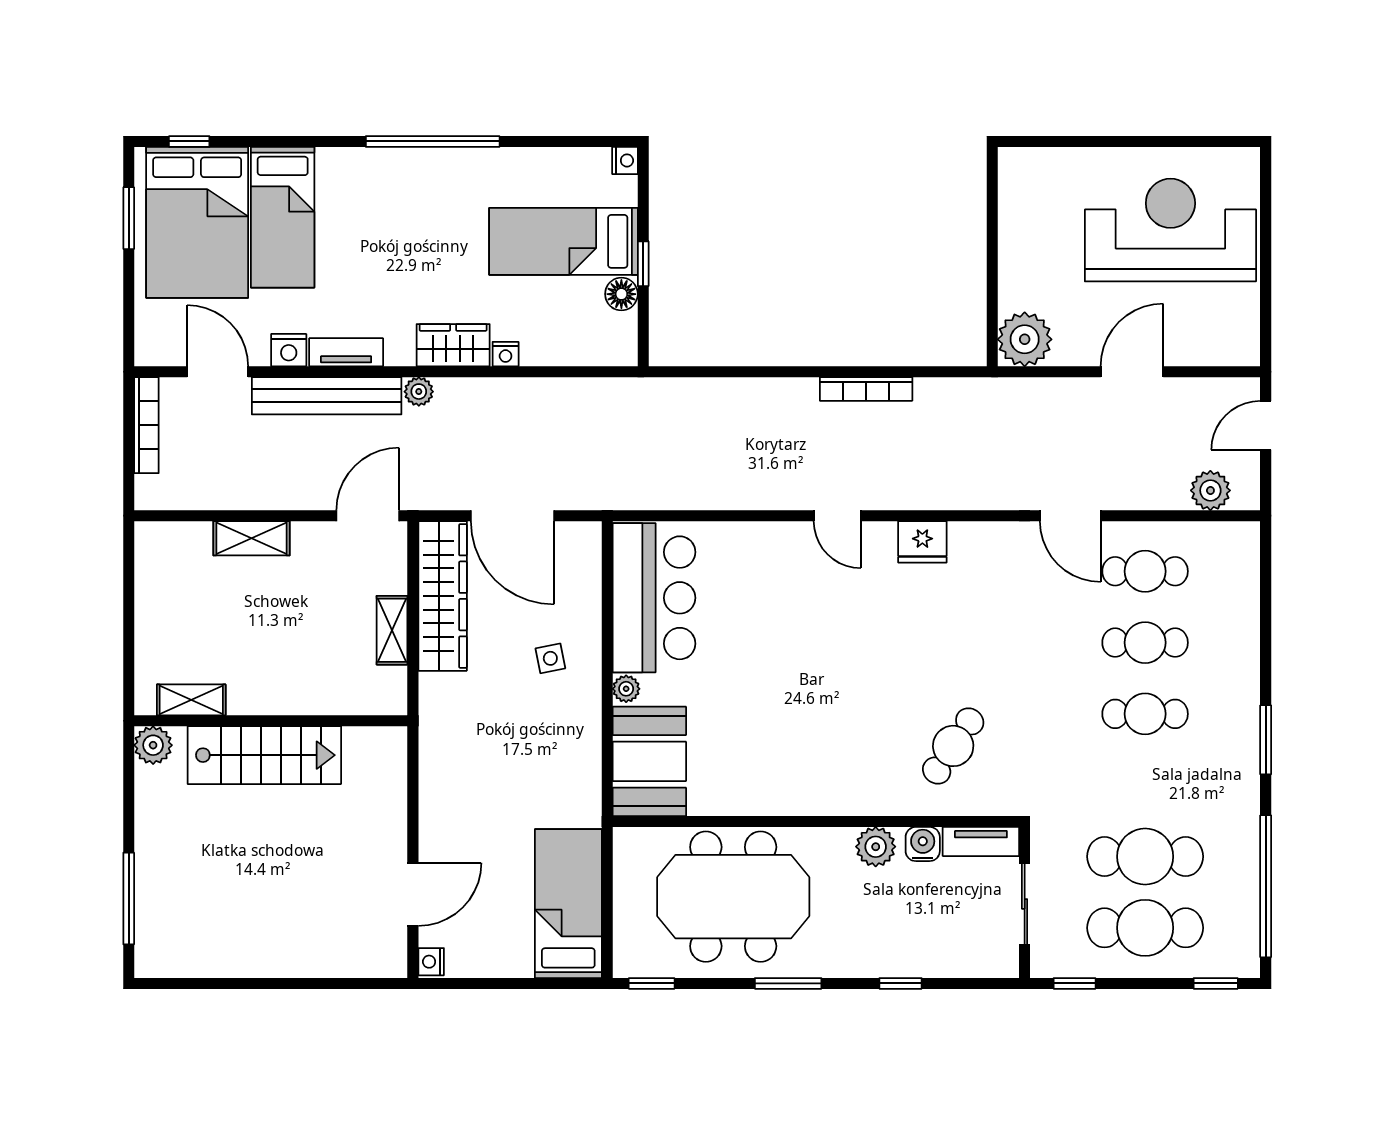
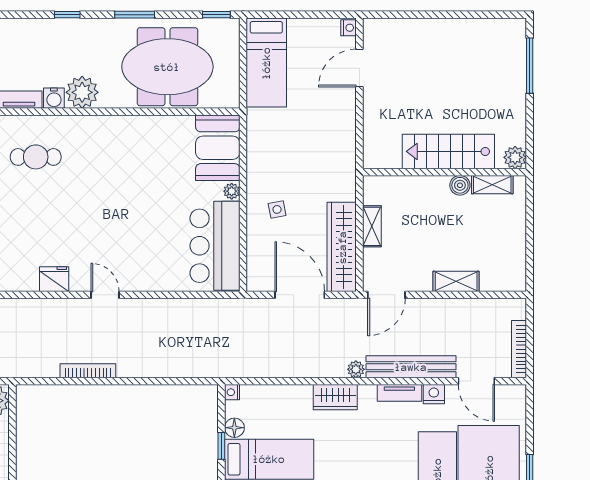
nightstand: (506, 354) -> (232, 392), moved, turned -90
boiler: (245, 699) -> (460, 185), added
cafe table: (953, 746) -> (36, 157), turned 56
plant: (876, 847) -> (82, 92), width x1.36, depth x1.36

